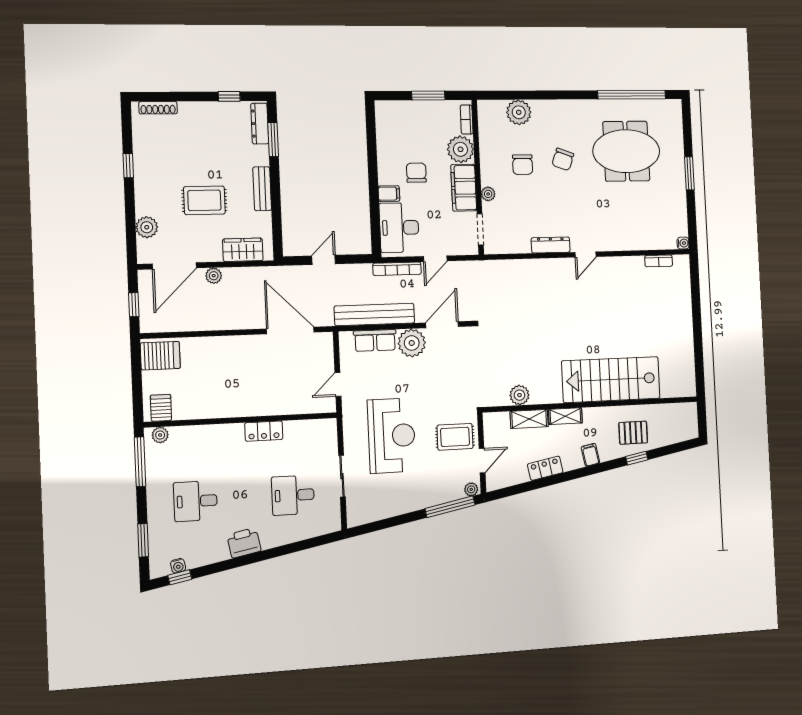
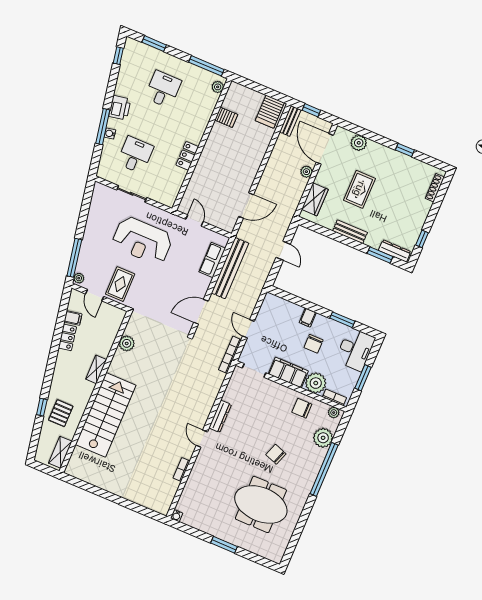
window: (632, 95) -> (324, 469), moved
window: (372, 151) -> (342, 320), added
meeting table: (626, 151) -> (261, 504), turned 90
chair: (523, 165) -> (302, 408), moved
chair: (416, 173) -> (314, 344), turned 90
plant: (488, 194) -> (334, 413), moved
desk: (399, 228) -> (355, 349), moved, turned 90
bookcase: (659, 261) -> (182, 470), moved
bookcase: (397, 269) -> (230, 355), moved
bench: (160, 325) -> (290, 121), added
door: (442, 325) -> (201, 312), swing flipped
door: (290, 331) -> (246, 205), width x0.73
plant: (412, 343) -> (198, 285), removed
server rack: (161, 408) -> (226, 117), moved
shelving: (529, 419) -> (60, 452), moved
filing cabinet: (590, 455) -> (73, 318), moved
window: (277, 552) -> (103, 127), added
water cooler: (178, 566) -> (110, 134), moved

